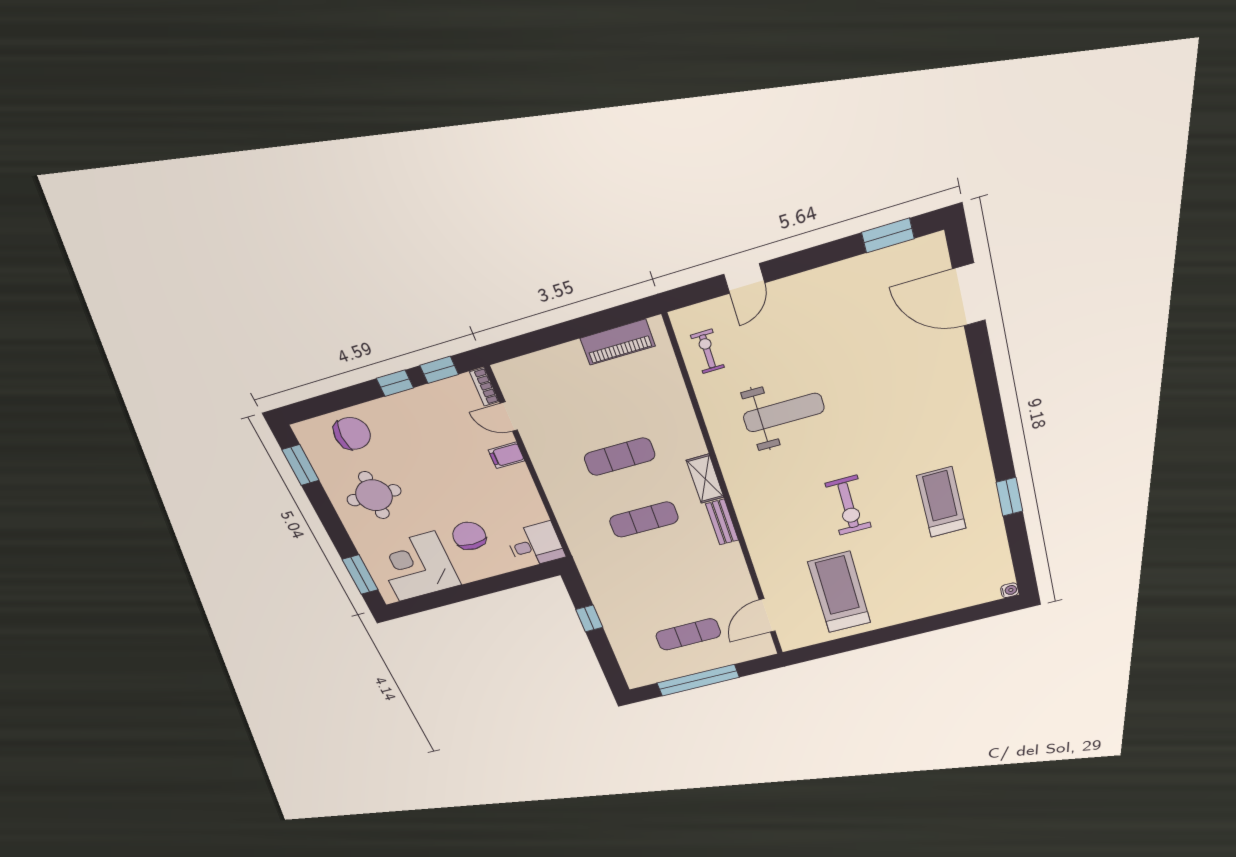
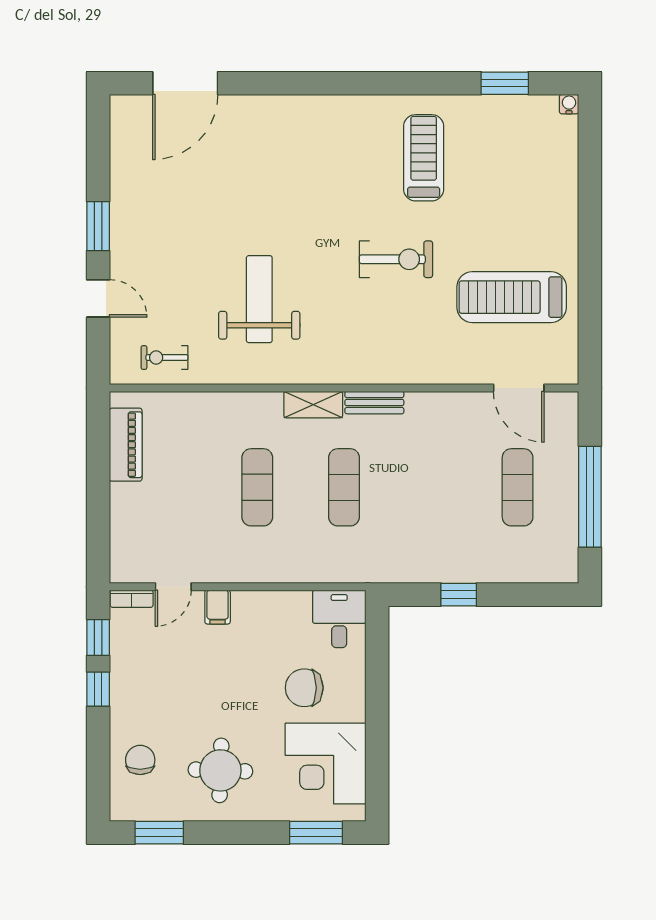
window: (888, 235) -> (98, 226), moved
chair: (352, 434) -> (140, 760), width x0.73, depth x0.73
window: (1009, 497) -> (505, 83), moved
treadmill: (941, 502) -> (424, 158), turned 90

